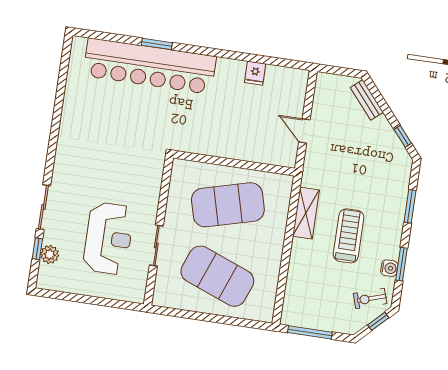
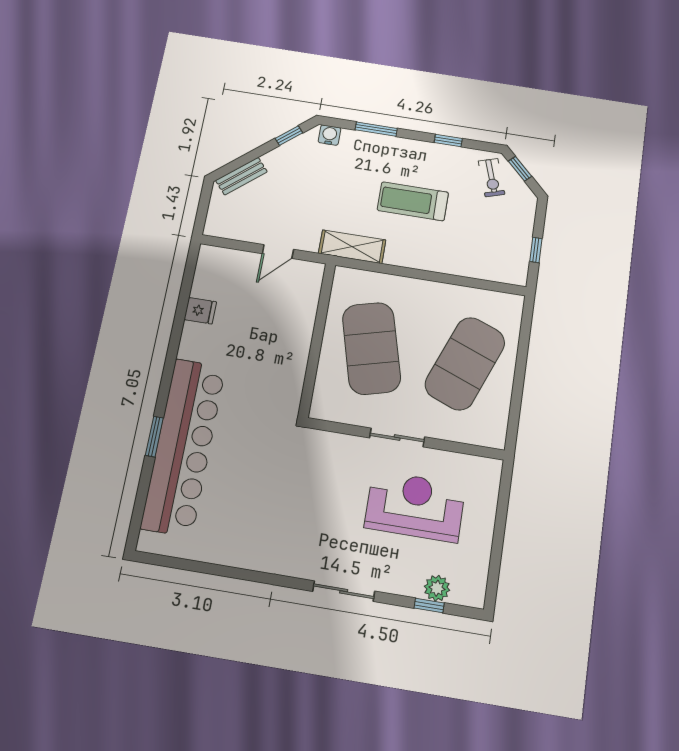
sliding door: (43, 207) -> (344, 591), moved
shelving: (306, 213) -> (352, 247), moved
sliding door: (156, 246) -> (397, 437), moved
window: (401, 264) -> (448, 140), width x0.67
water cooler: (389, 268) -> (329, 135), moved
window: (310, 332) -> (536, 250), width x0.46

